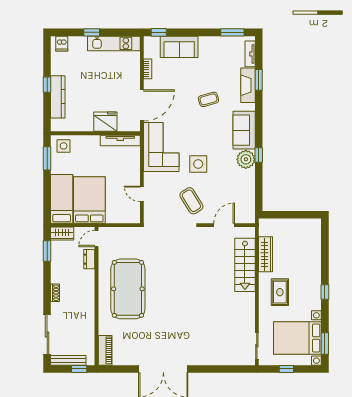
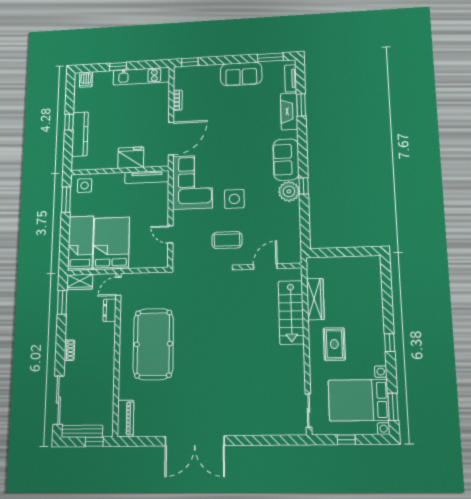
sofa: (179, 47) -> (241, 74), moved
coffee table: (208, 99) -> (245, 128), removed
coffee table: (191, 201) -> (227, 240), turned -58

